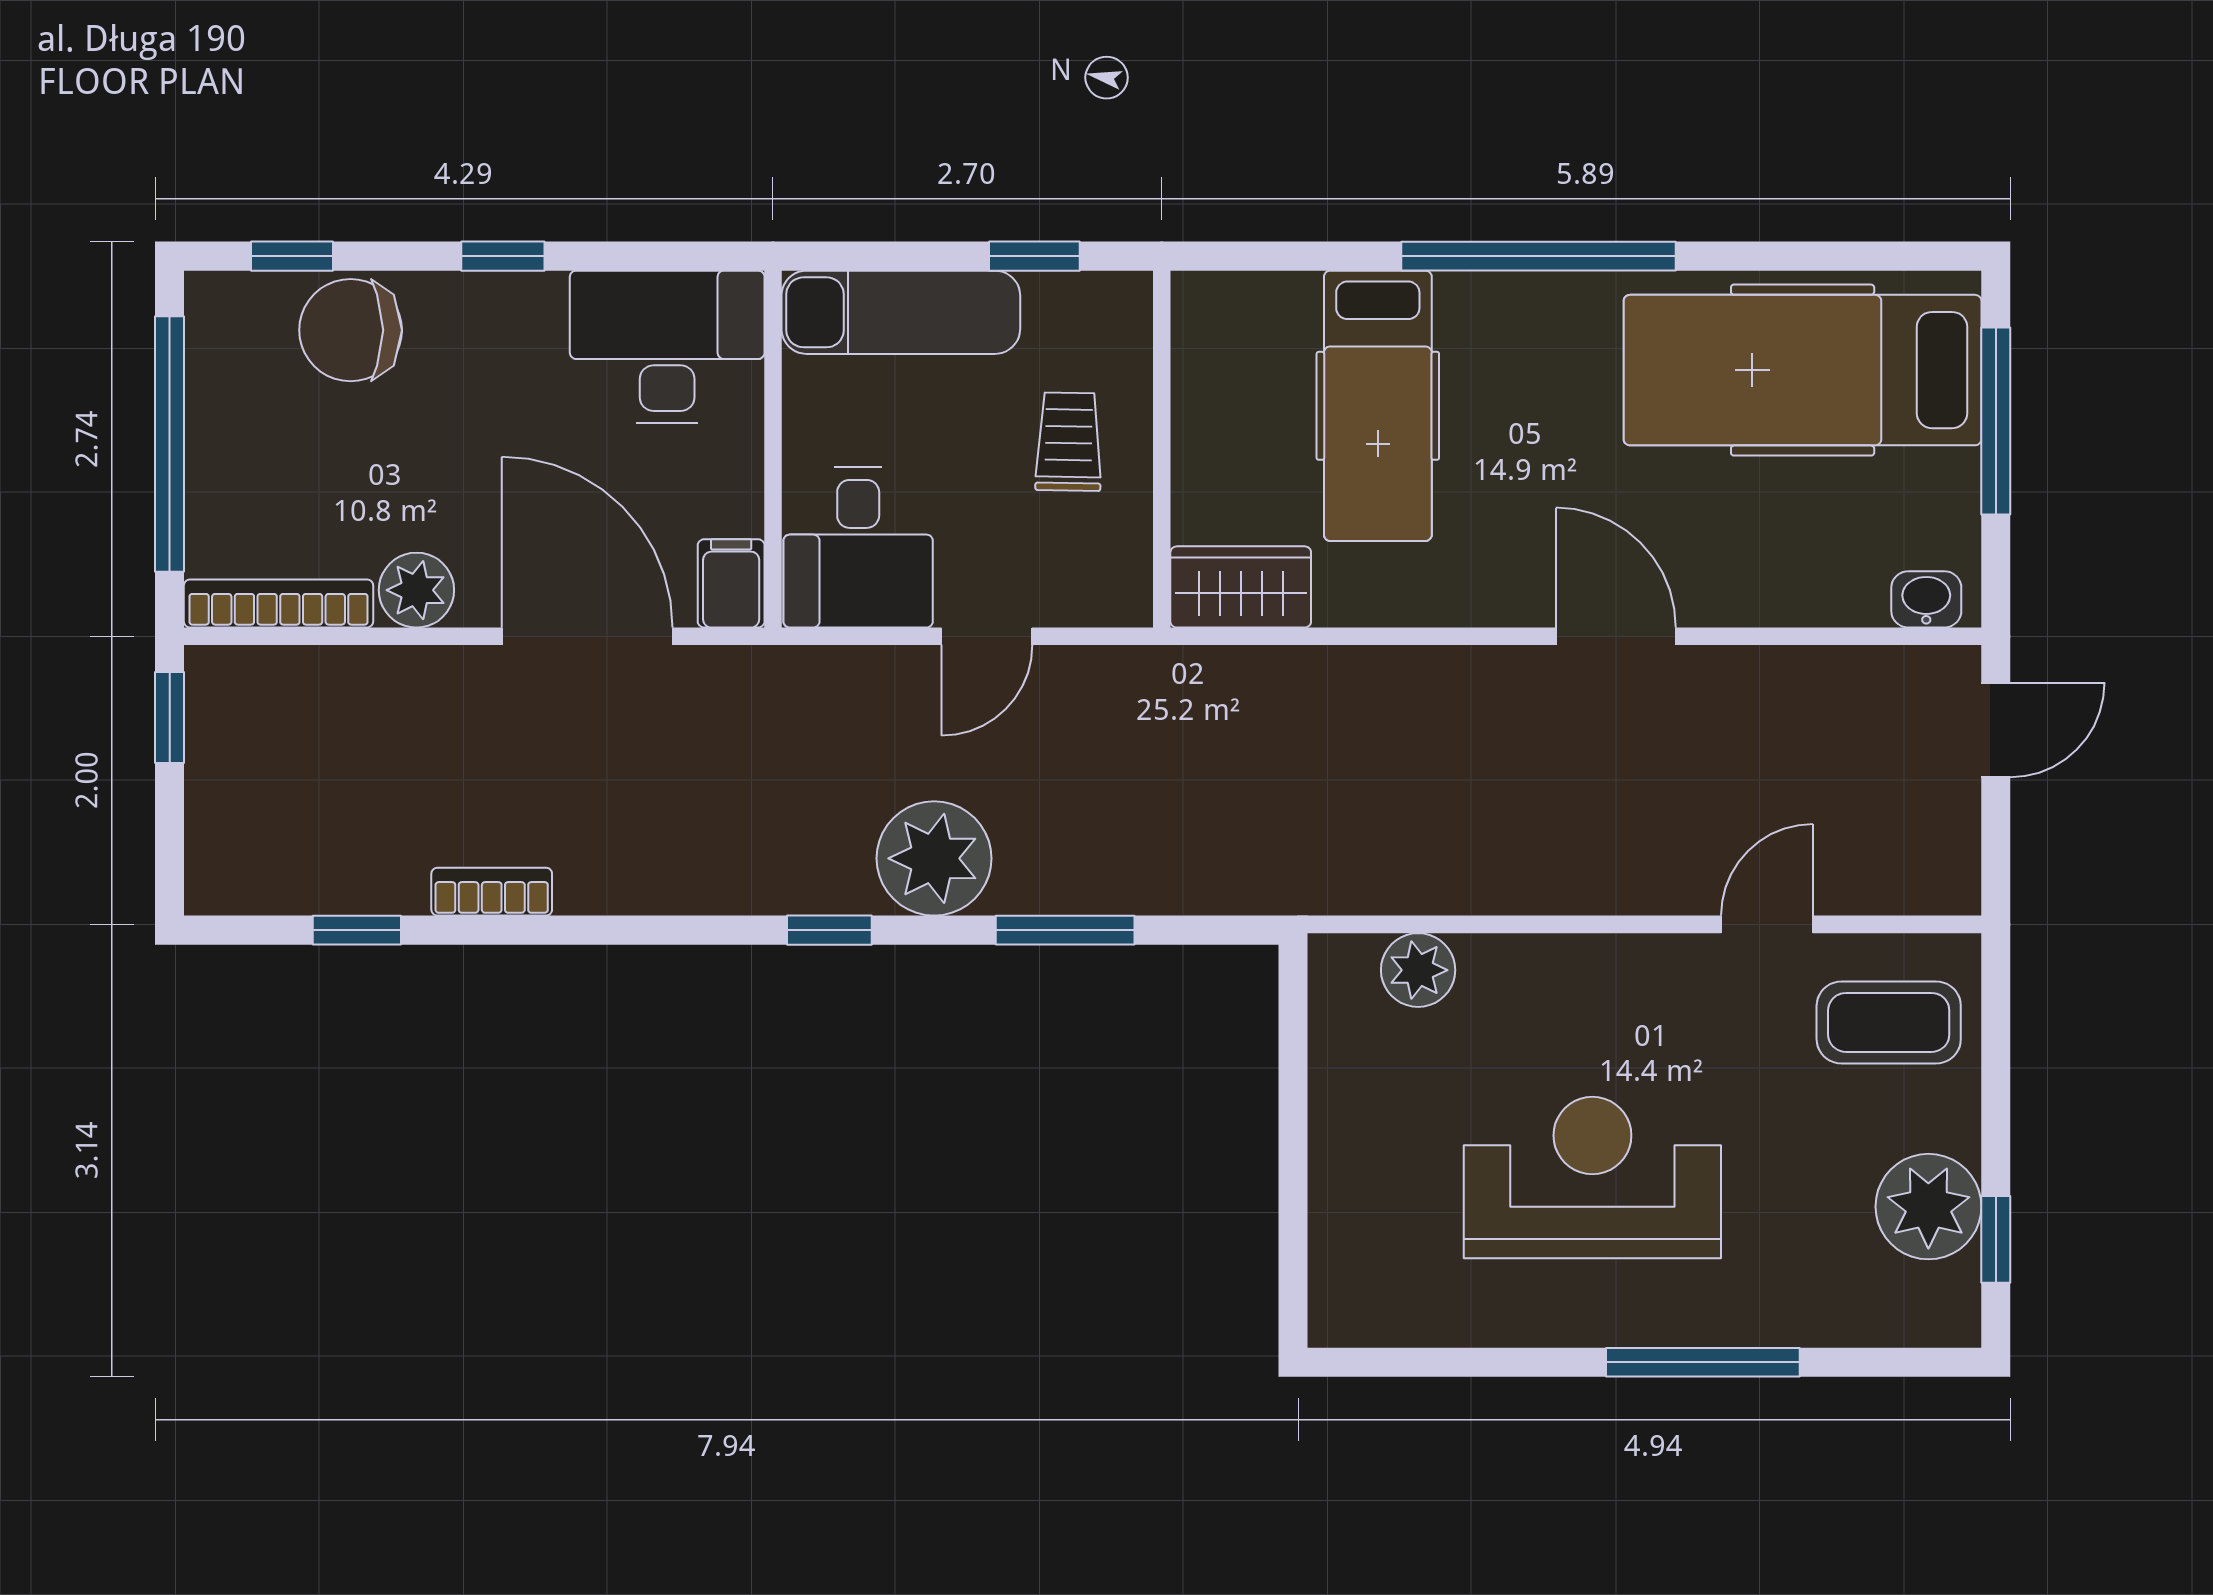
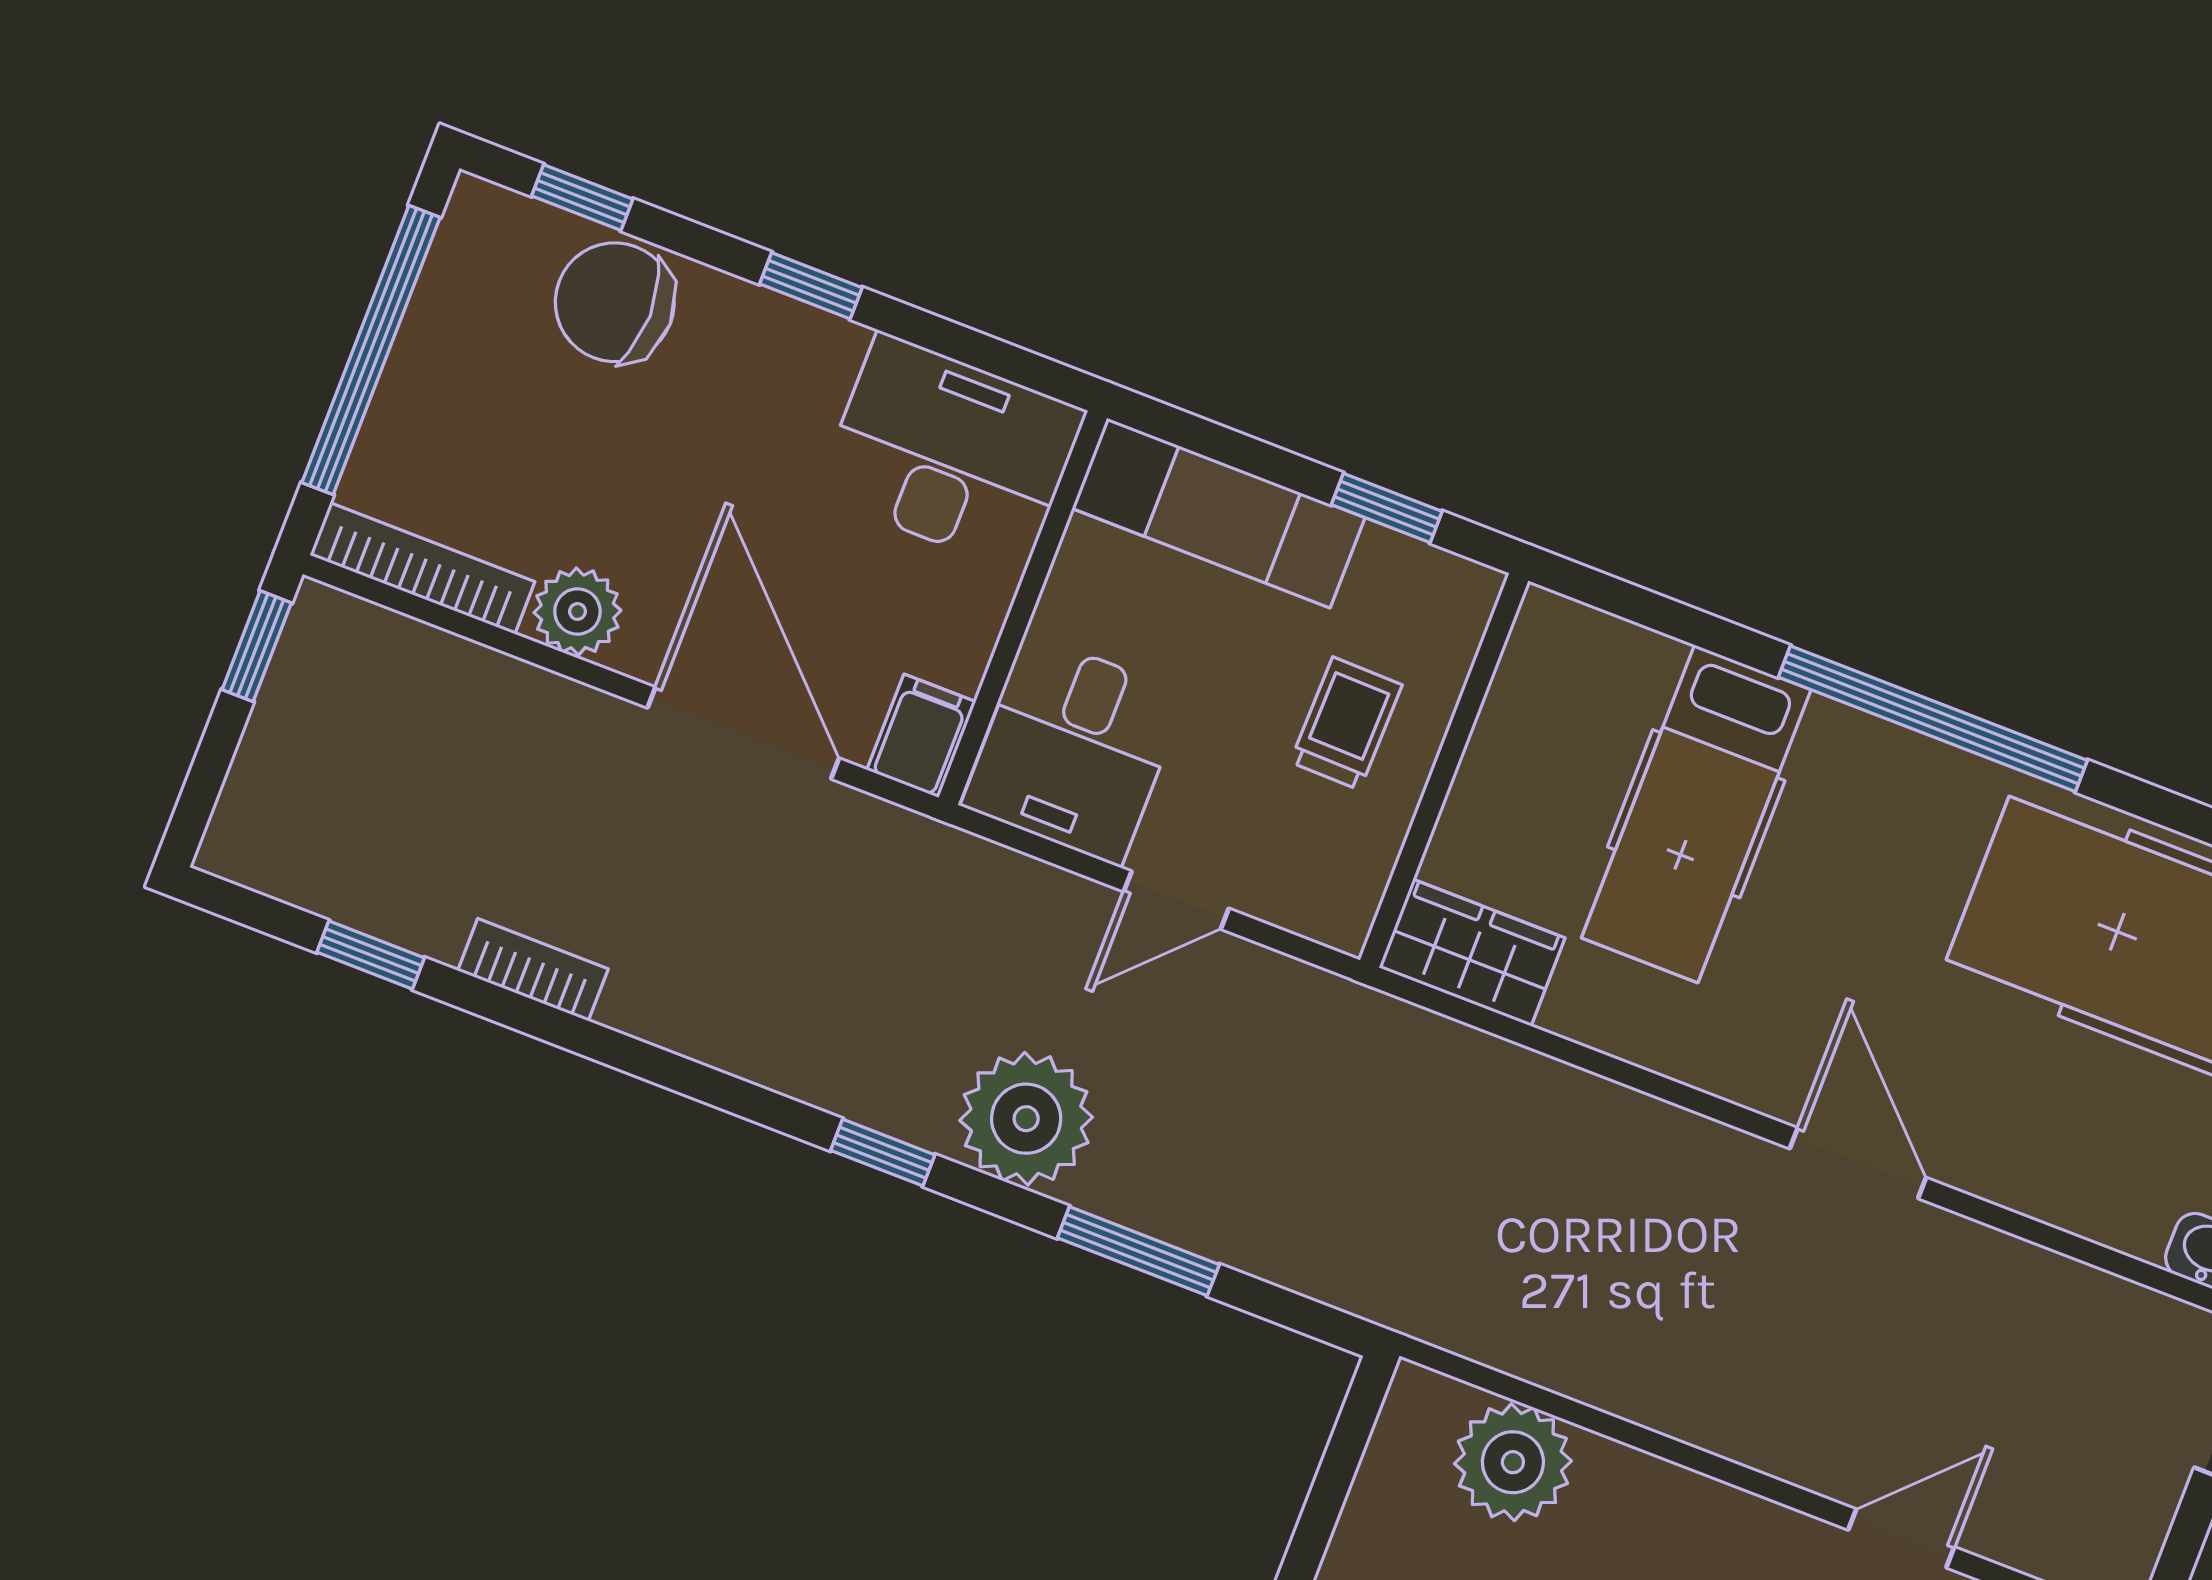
plant: (1418, 970) -> (1513, 1462), width x1.36, depth x1.36

